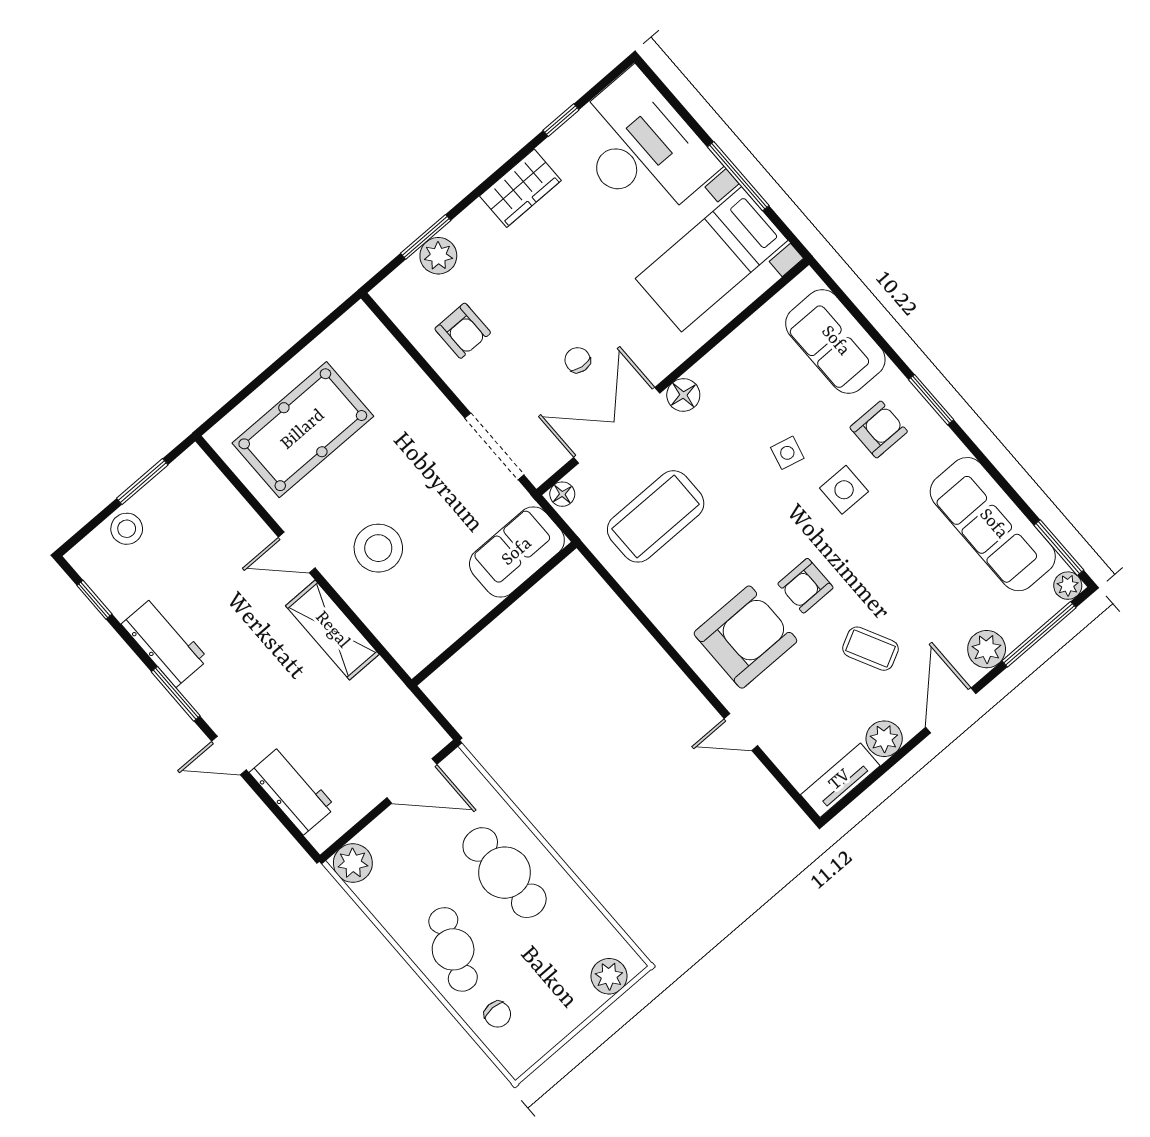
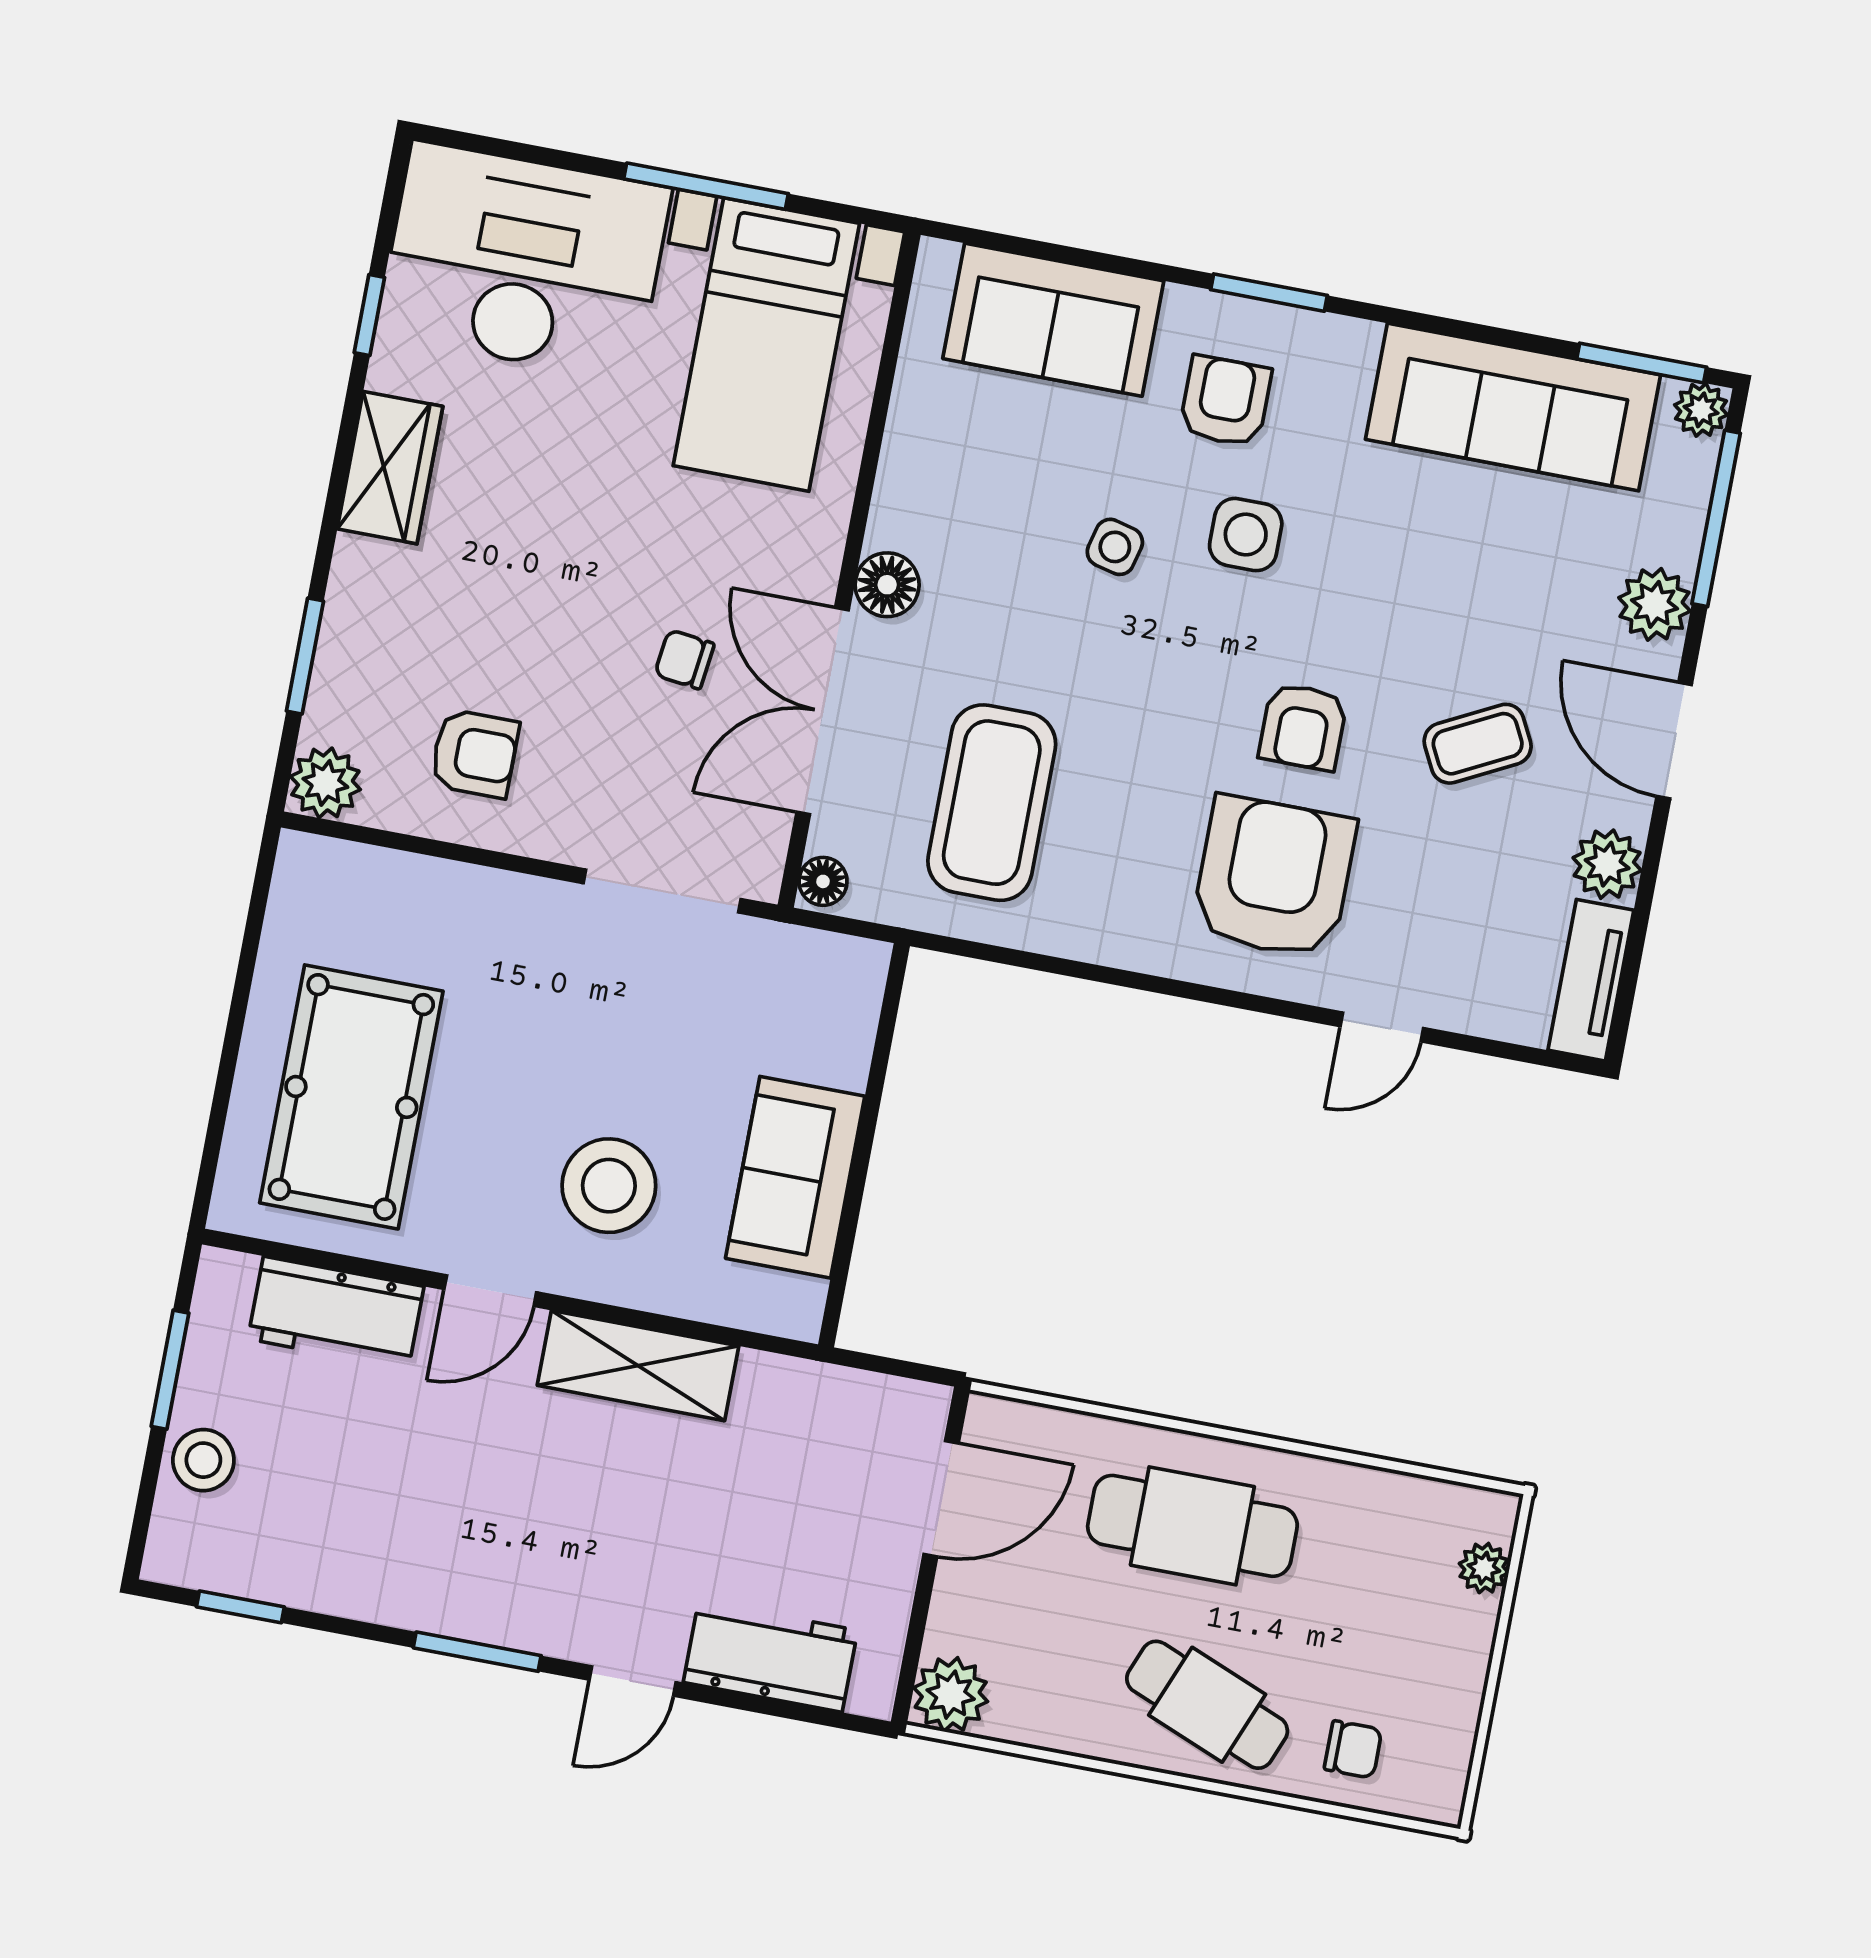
plant: (438, 256) -> (325, 783), moved
sofa: (517, 552) -> (795, 1177), moved
workbench: (165, 642) -> (336, 1313), moved, turned 180
plant: (609, 976) -> (1484, 1568), width x0.73, depth x0.73

